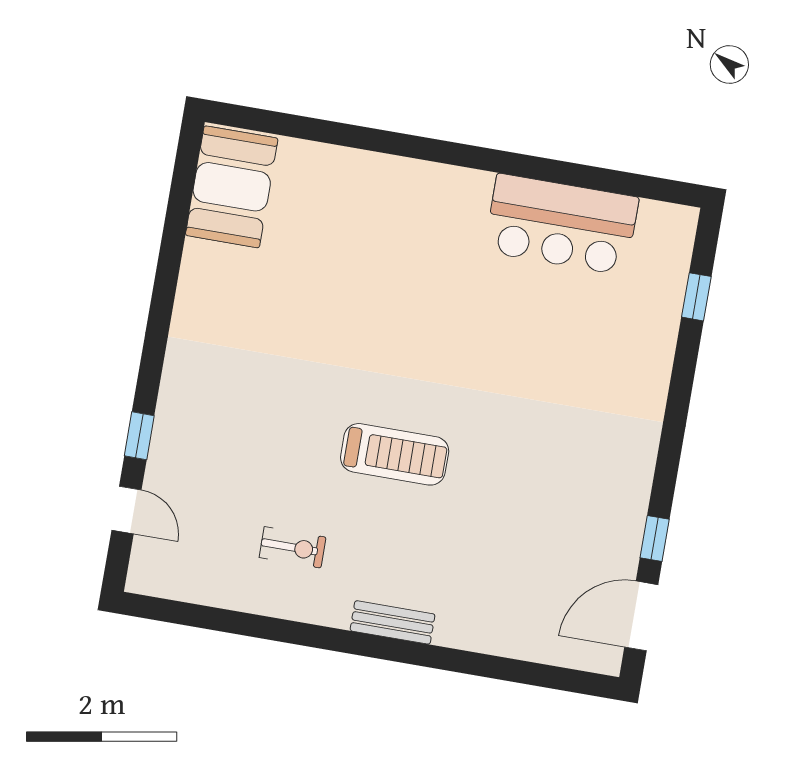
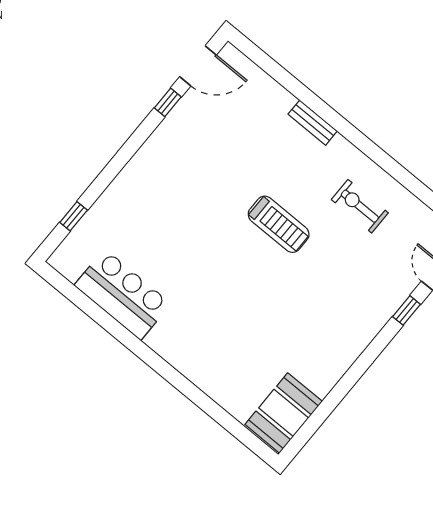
treadmill: (395, 454) -> (279, 224), turned 180
exercise bike: (293, 547) -> (360, 206), width x1.38, depth x1.39
bench: (393, 622) -> (313, 123), moved

